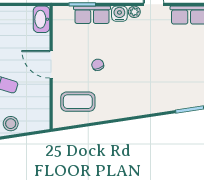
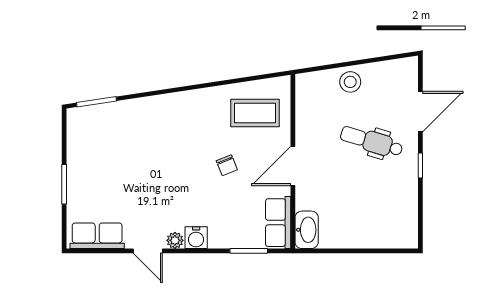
row of seats: (92, 15) -> (278, 223), moved, turned -90
door: (51, 64) -> (293, 166), swing flipped

